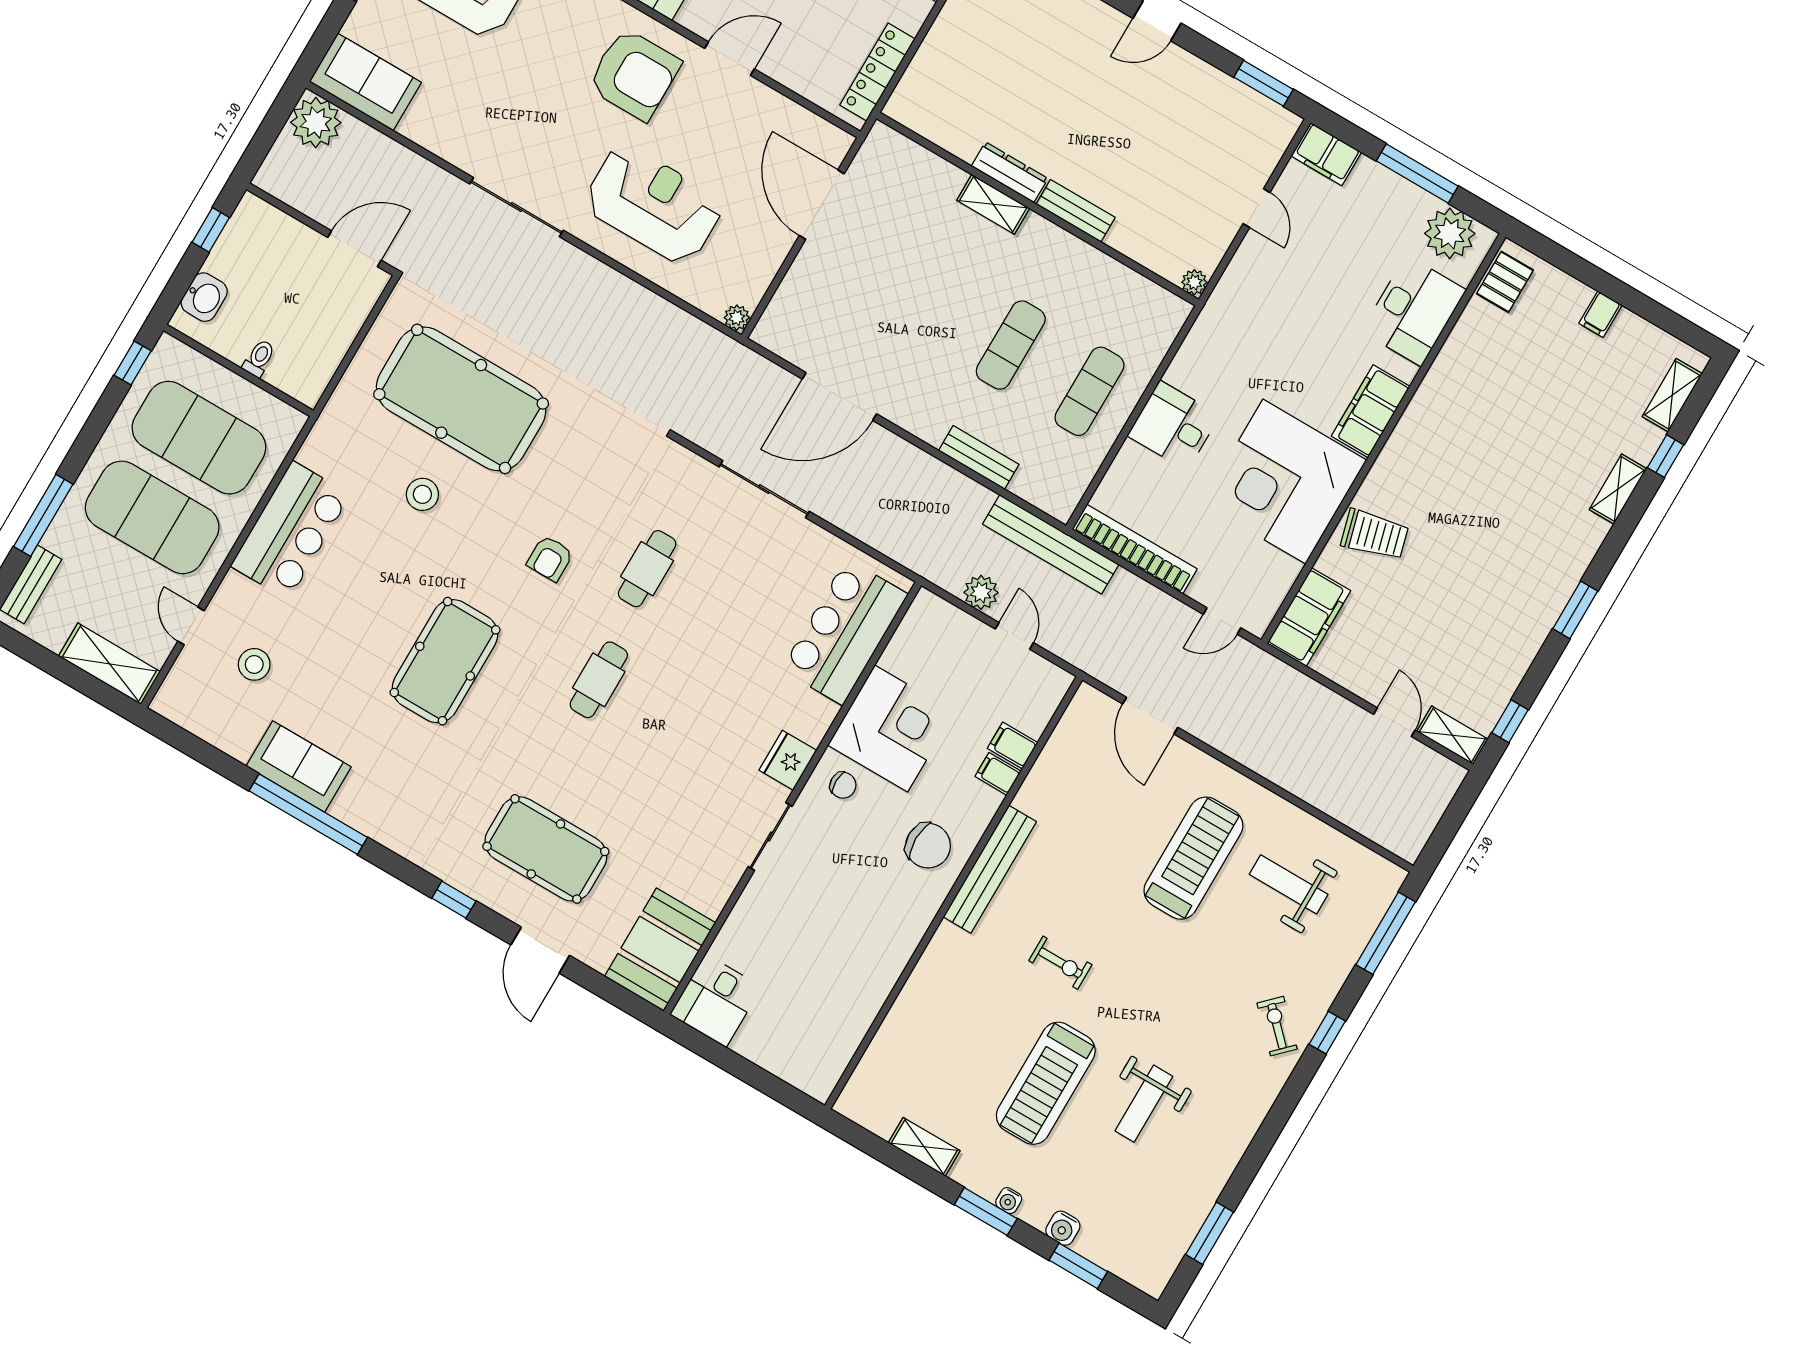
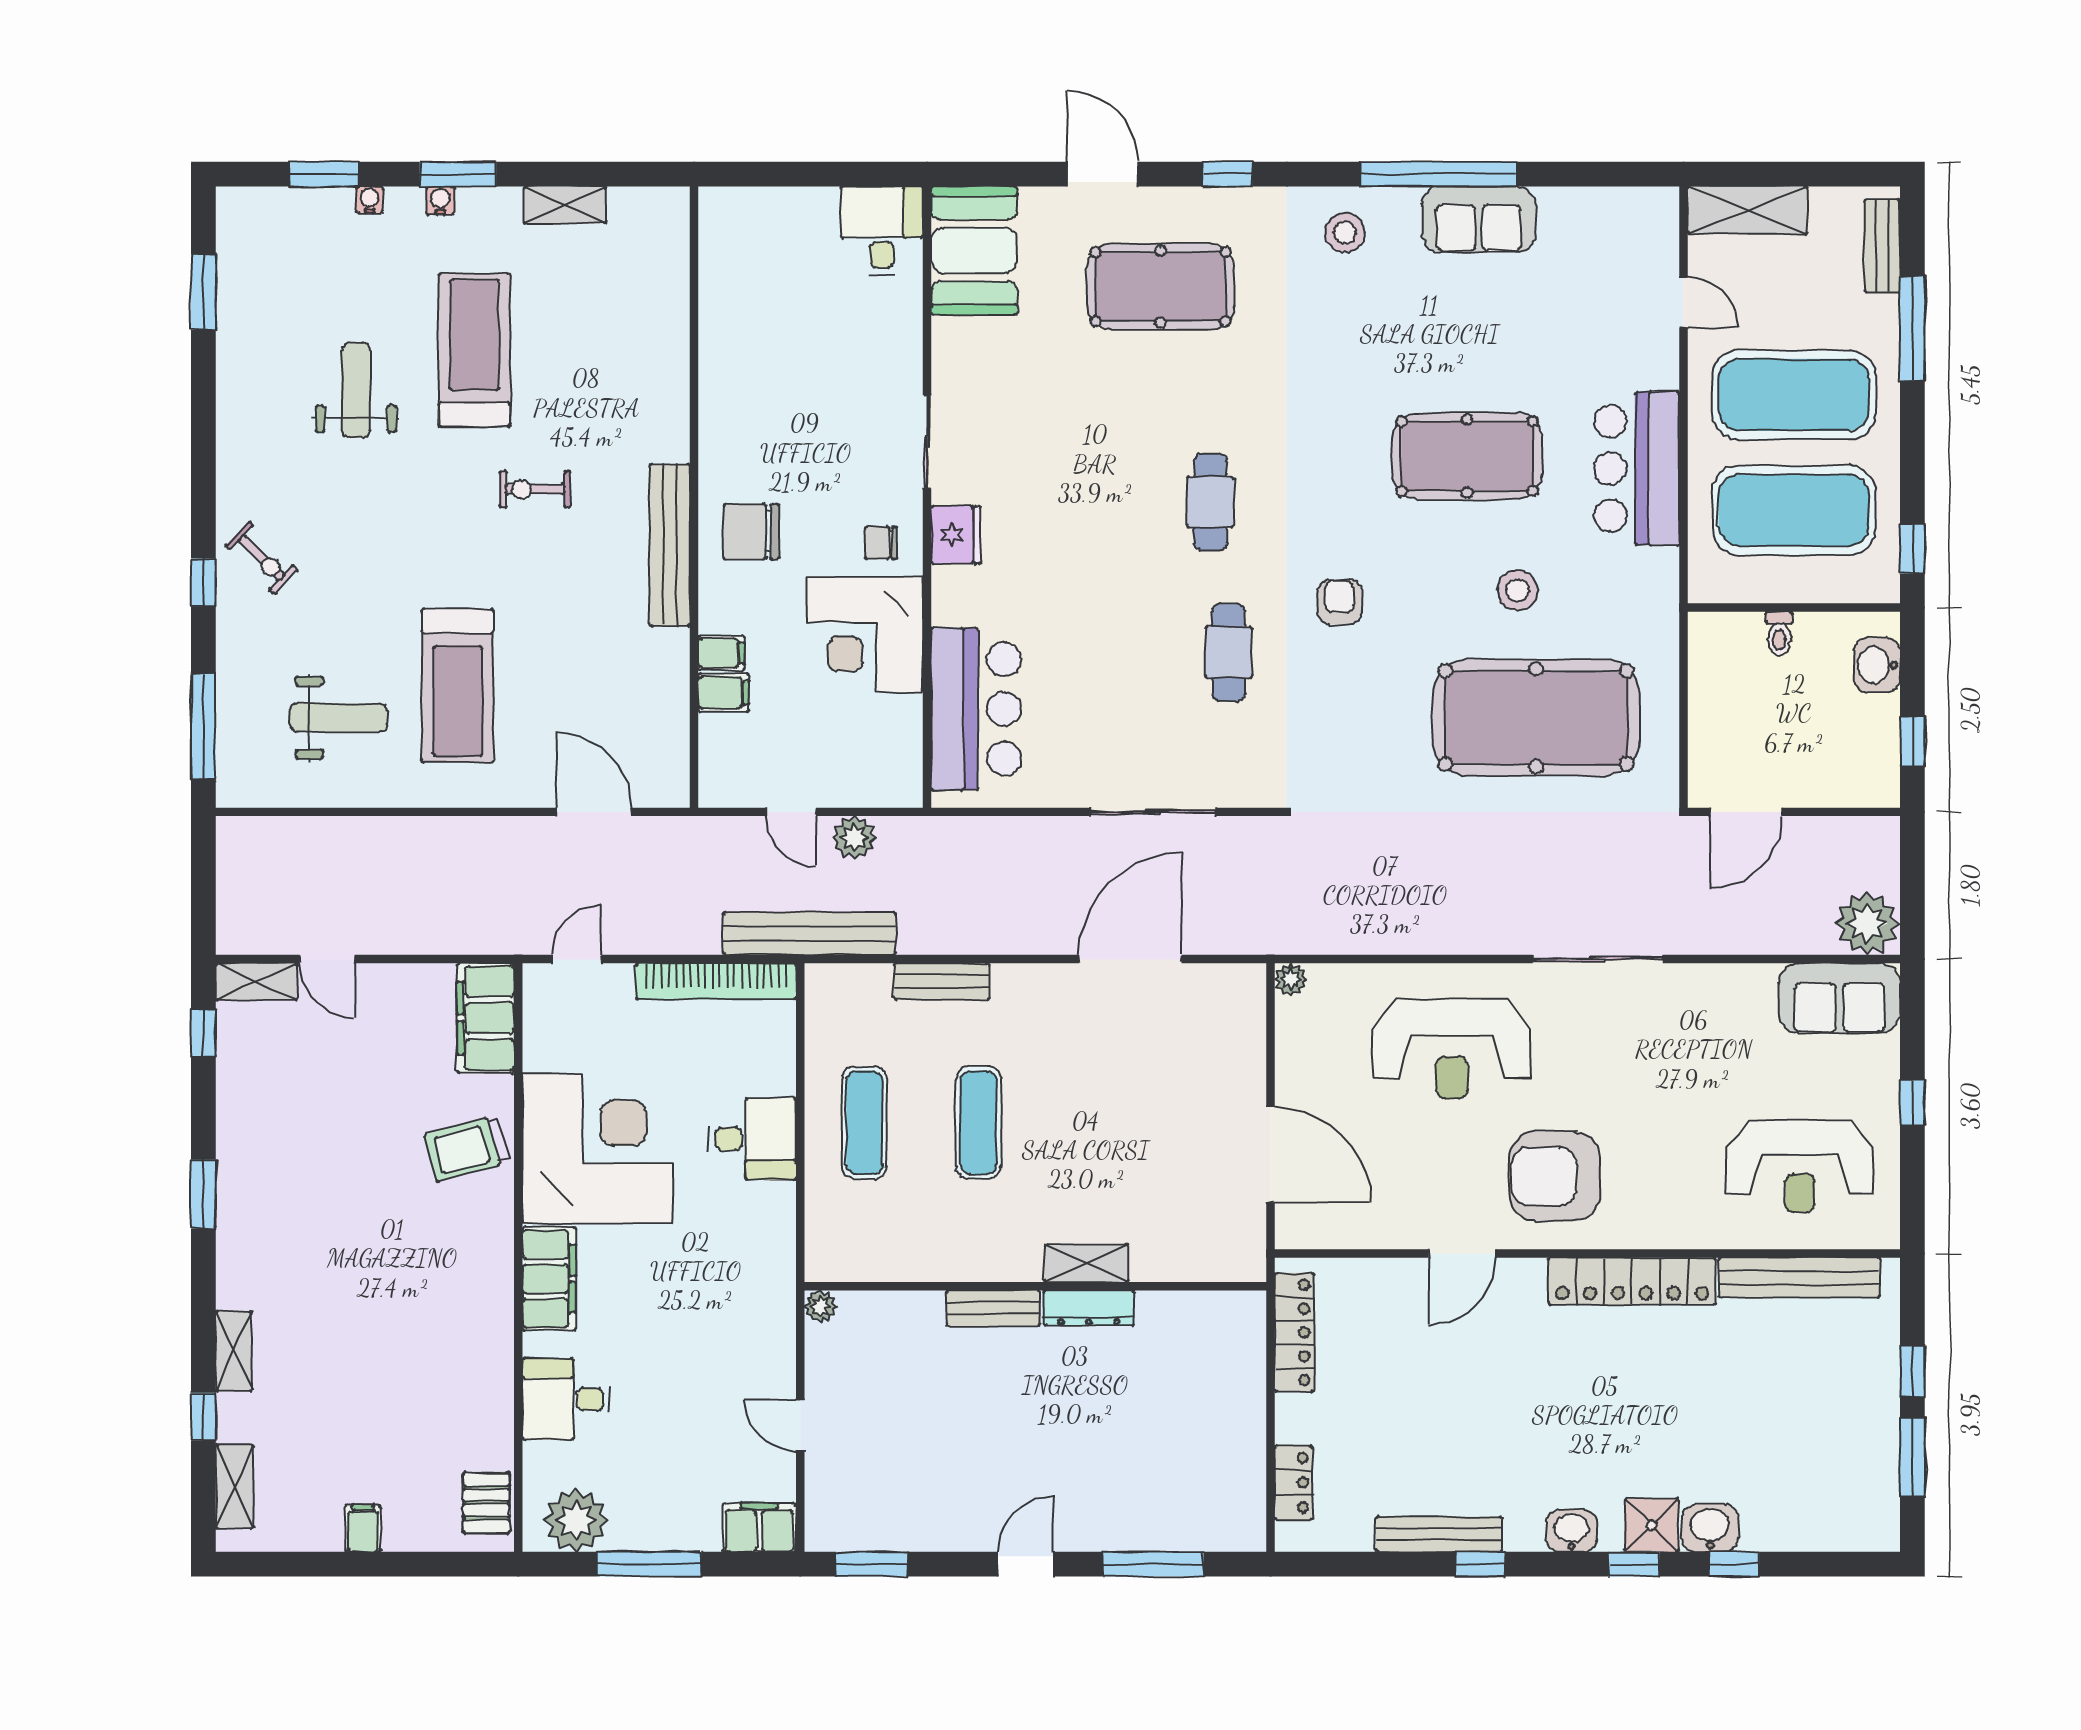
desk: (1414, 311) -> (566, 1399), width x0.73
pool table: (445, 661) -> (1467, 456), moved, turned 90
stool: (254, 664) -> (1345, 232), moved
water cooler: (1063, 1228) -> (370, 200), width x0.72, depth x0.72

